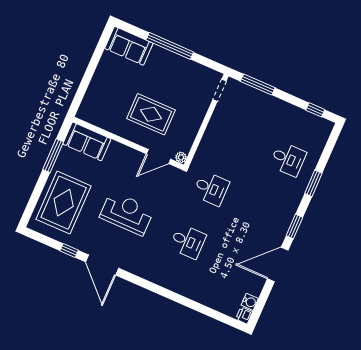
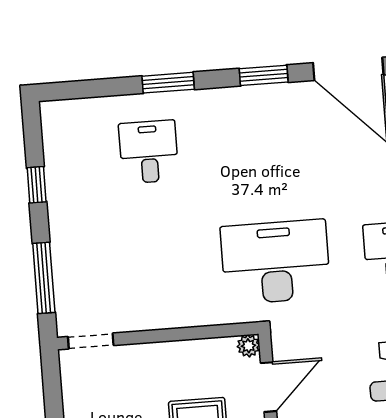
window: (315, 110) -> (37, 185), moved
door: (159, 157) -> (268, 387), hinge flipped
desk: (211, 188) -> (275, 262), width x1.87, depth x1.30

